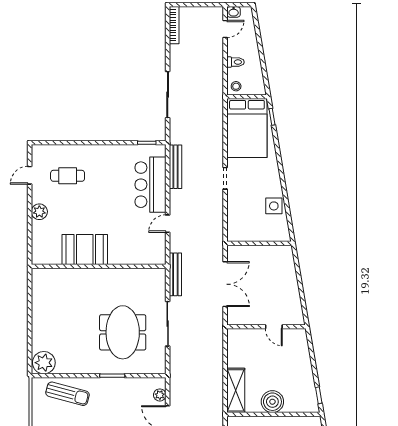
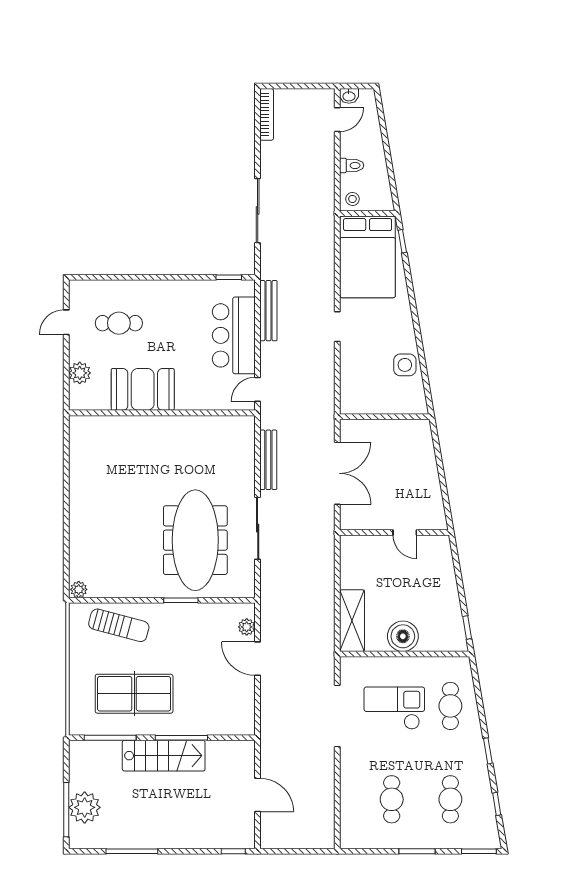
booth: (85, 249) -> (143, 389), moved
wall: (99, 266) -> (162, 413), moved
meeting table: (123, 332) -> (195, 540), width x1.36
plant: (44, 363) -> (79, 589), width x0.53, depth x0.53

